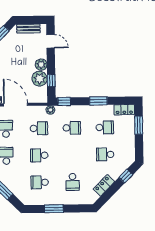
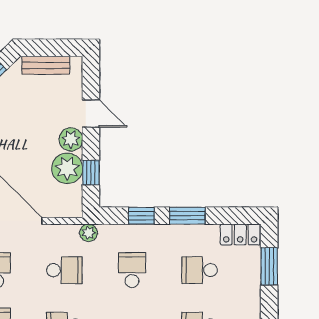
door: (51, 41) -> (91, 114), moved
window: (64, 101) -> (142, 216), moved
school desk: (105, 127) -> (200, 270), turned 180
school desk: (72, 128) -> (132, 270), turned -90

